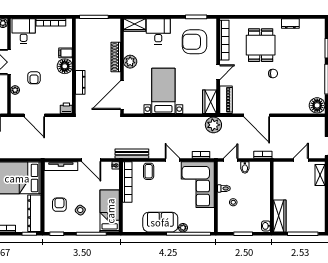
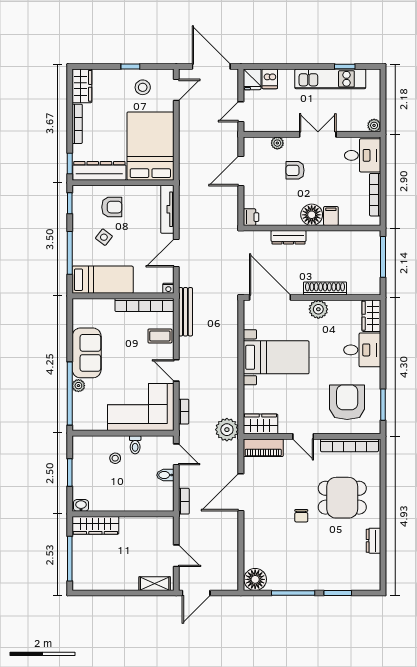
door: (172, 160) -> (176, 370), swing flipped

